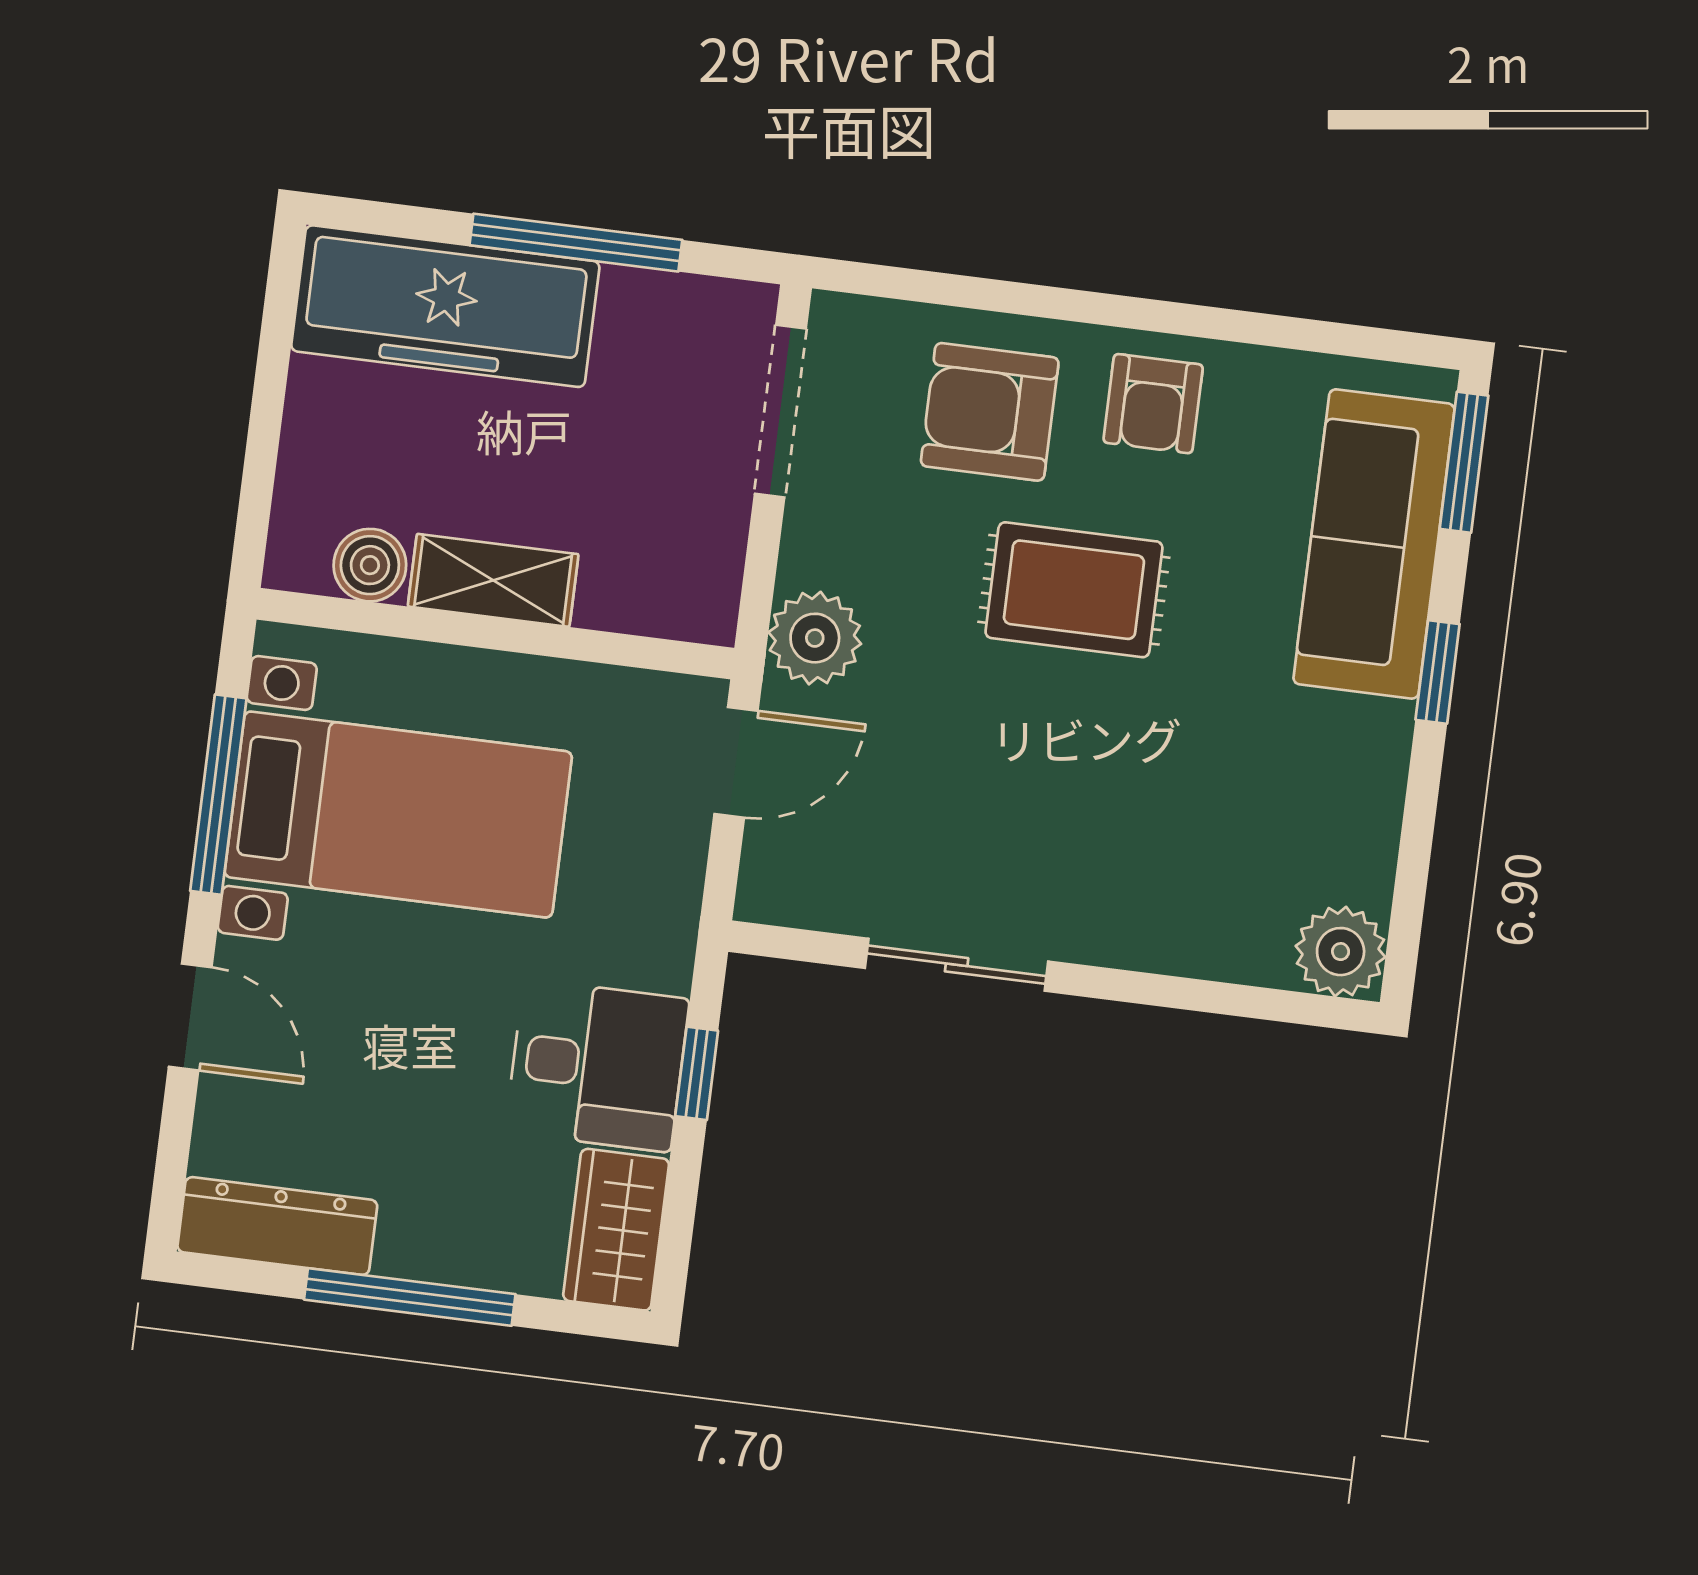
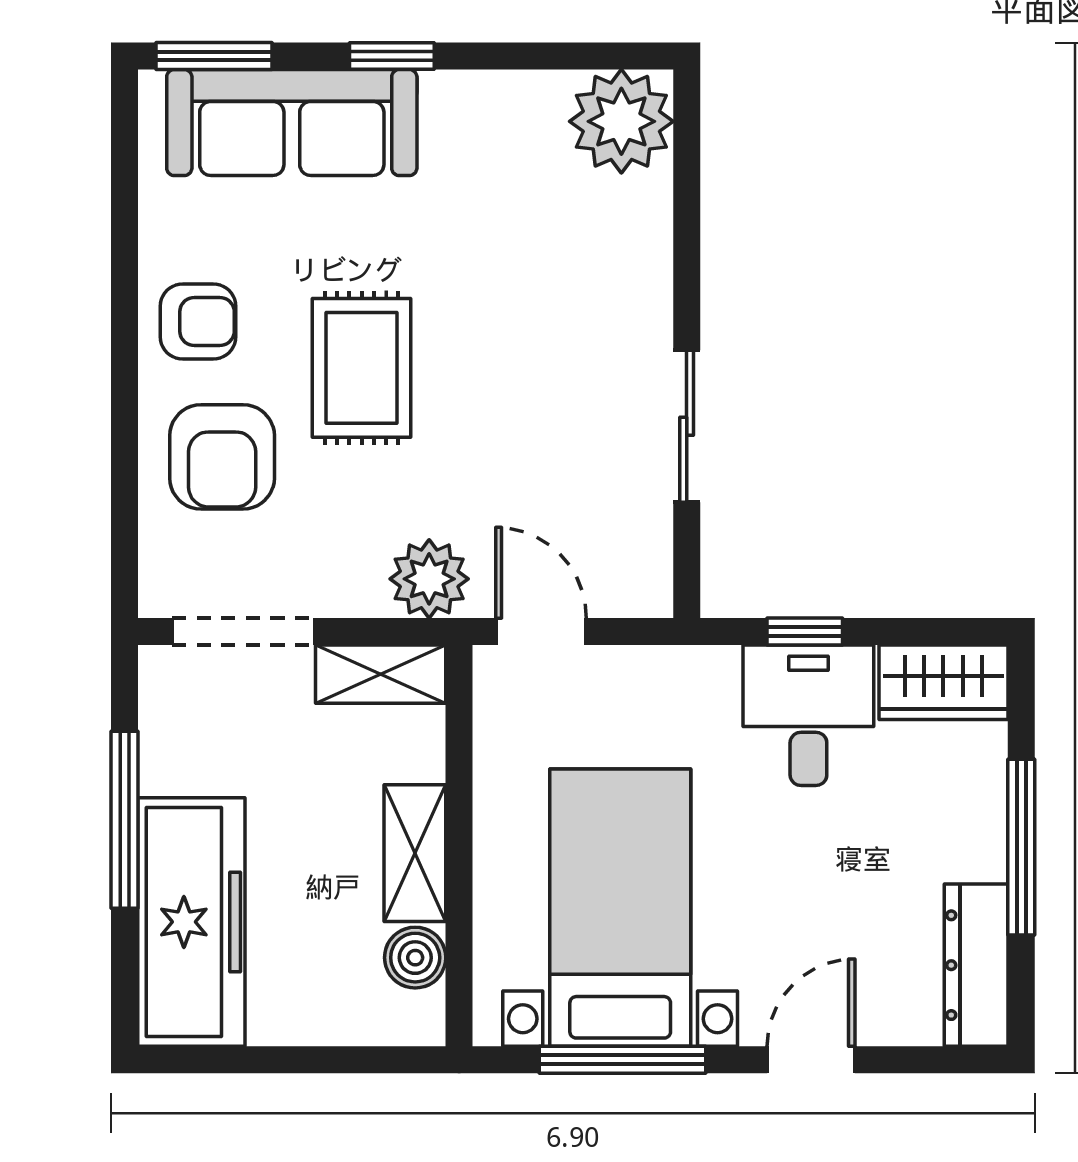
shelving: (710, 567) -> (381, 674), added
plant: (1341, 952) -> (621, 121), width x1.36, depth x1.36

